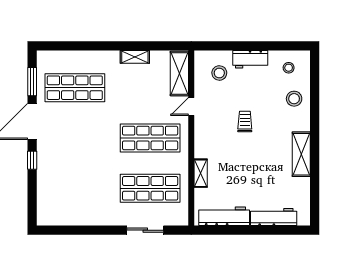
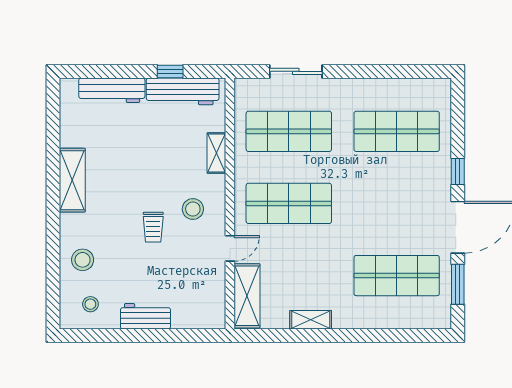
stool: (219, 73) -> (193, 209), moved
shop shelf: (75, 188) -> (397, 131), added
window: (233, 230) -> (170, 71), added

